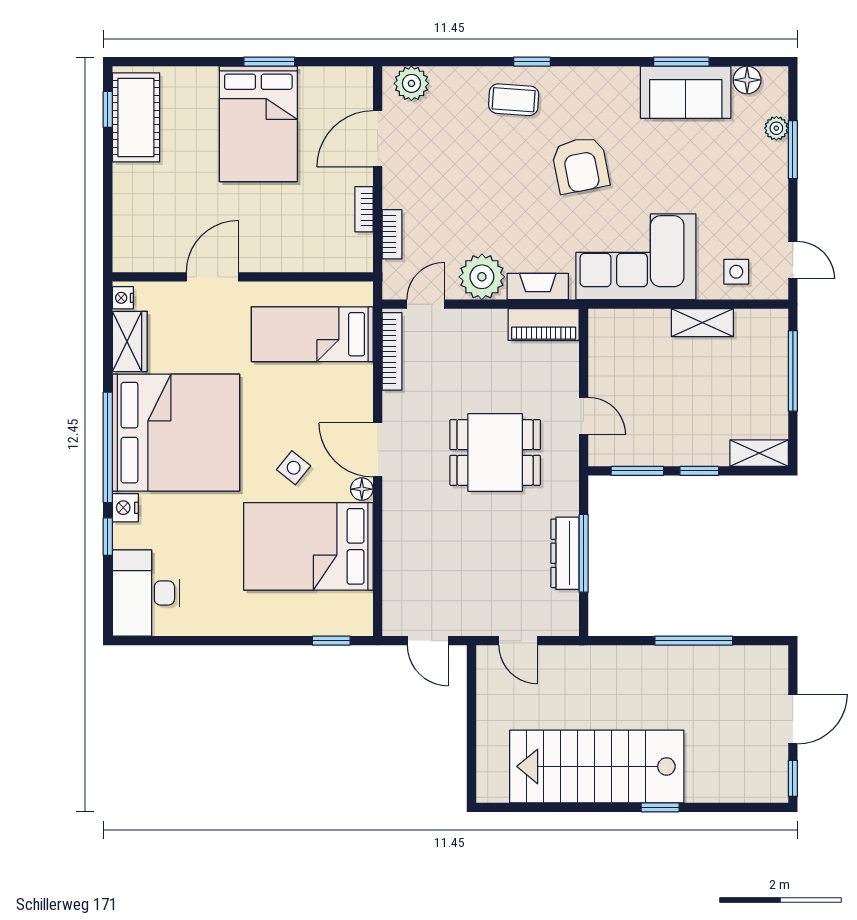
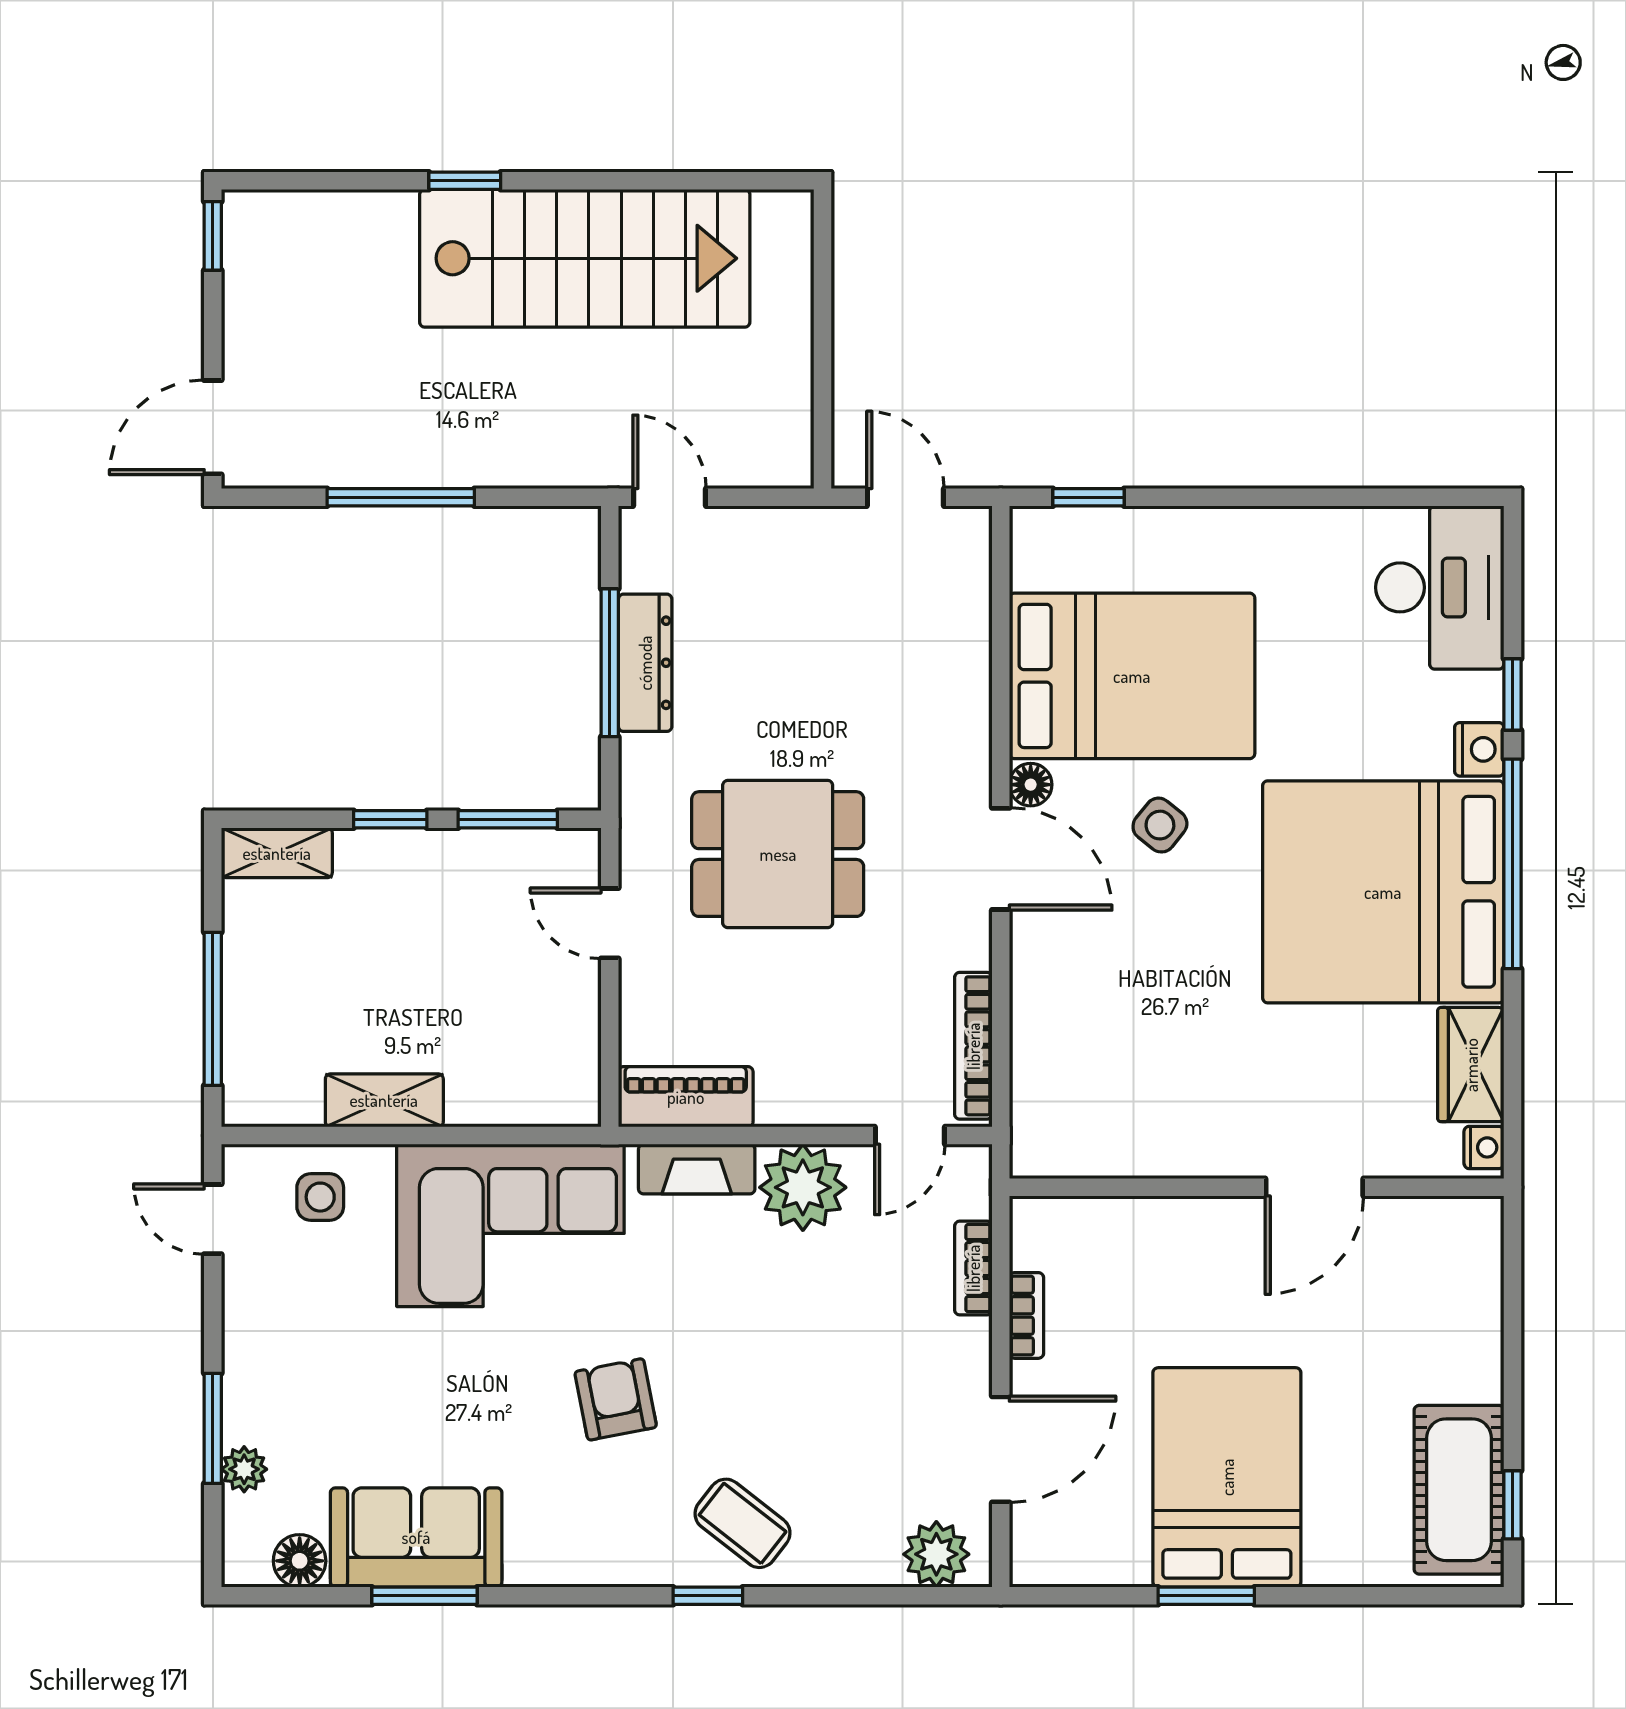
coffee table: (514, 100) -> (743, 1523), turned 34
armchair: (580, 165) -> (616, 1399), width x0.72, depth x0.72
bed: (312, 334) -> (1125, 1078), removed
door: (518, 641) -> (669, 497), moved
door: (793, 719) -> (213, 427), moved

